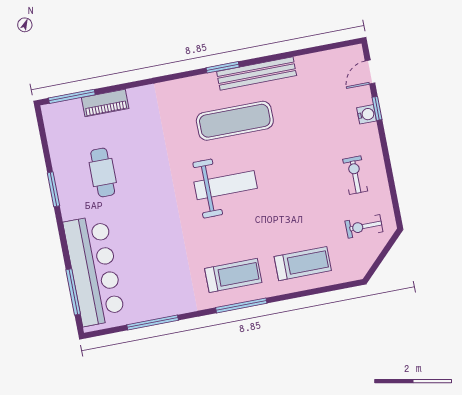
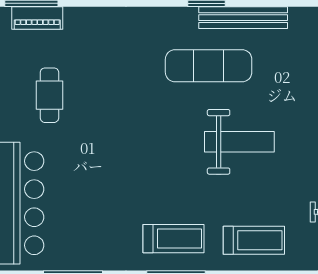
piano: (105, 103) -> (37, 18), moved
weight bench: (226, 185) -> (239, 142), moved

